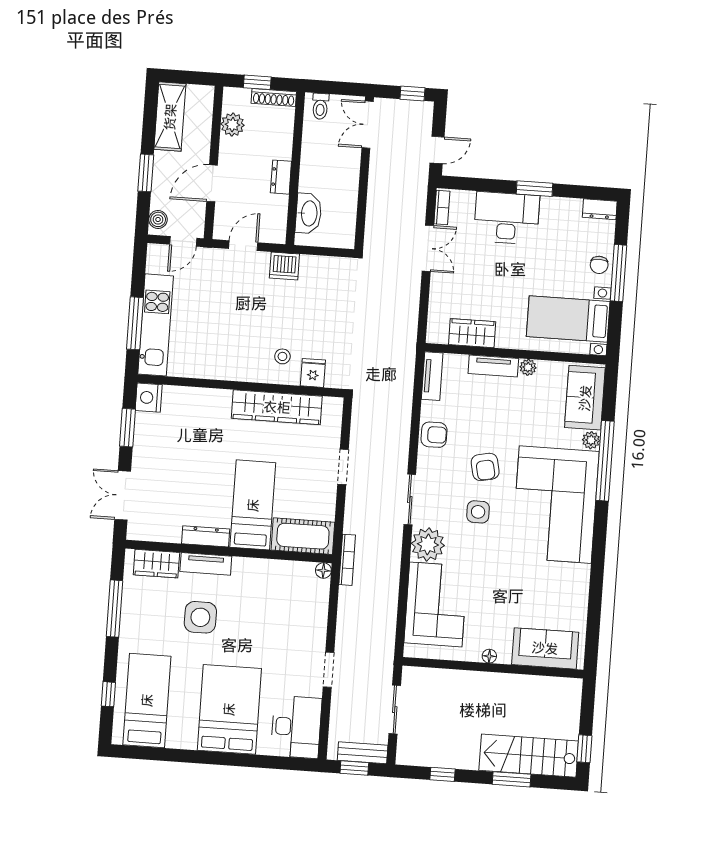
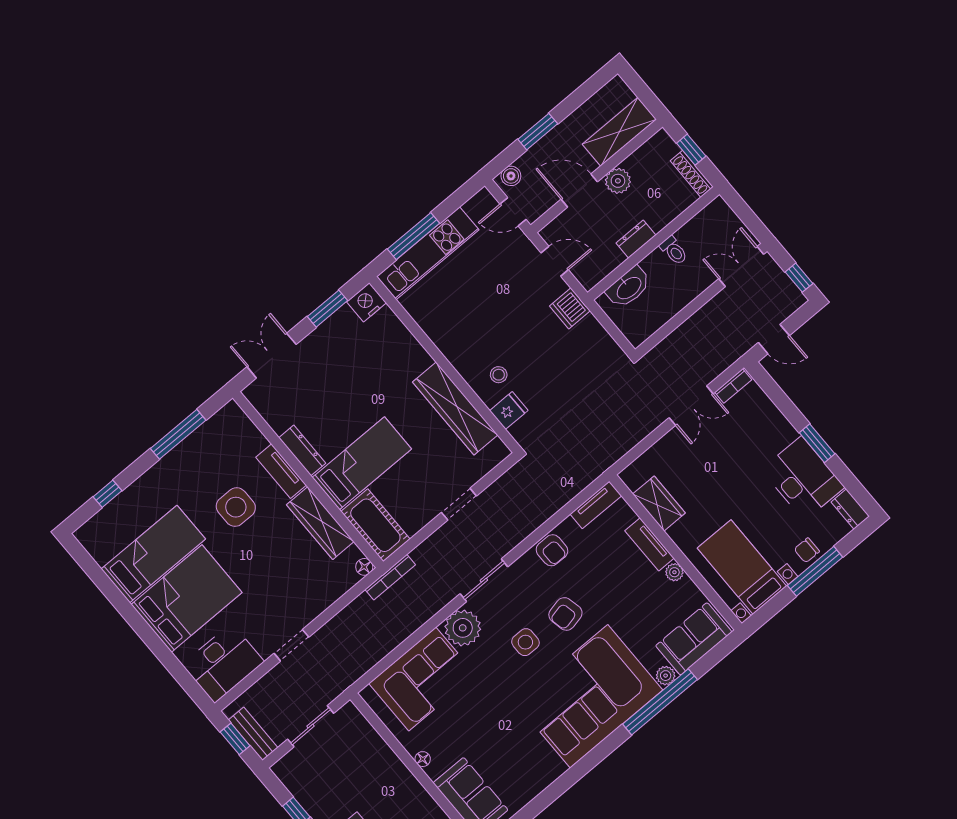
toilet: (320, 106) -> (674, 251), moved, turned -90
shelving: (170, 117) -> (619, 132), moved
plant: (232, 125) -> (618, 181), moved
desk: (507, 218) -> (803, 478), moved
wardrobe: (156, 564) -> (320, 523), moved, width x1.50
bed: (147, 700) -> (153, 554), moved

